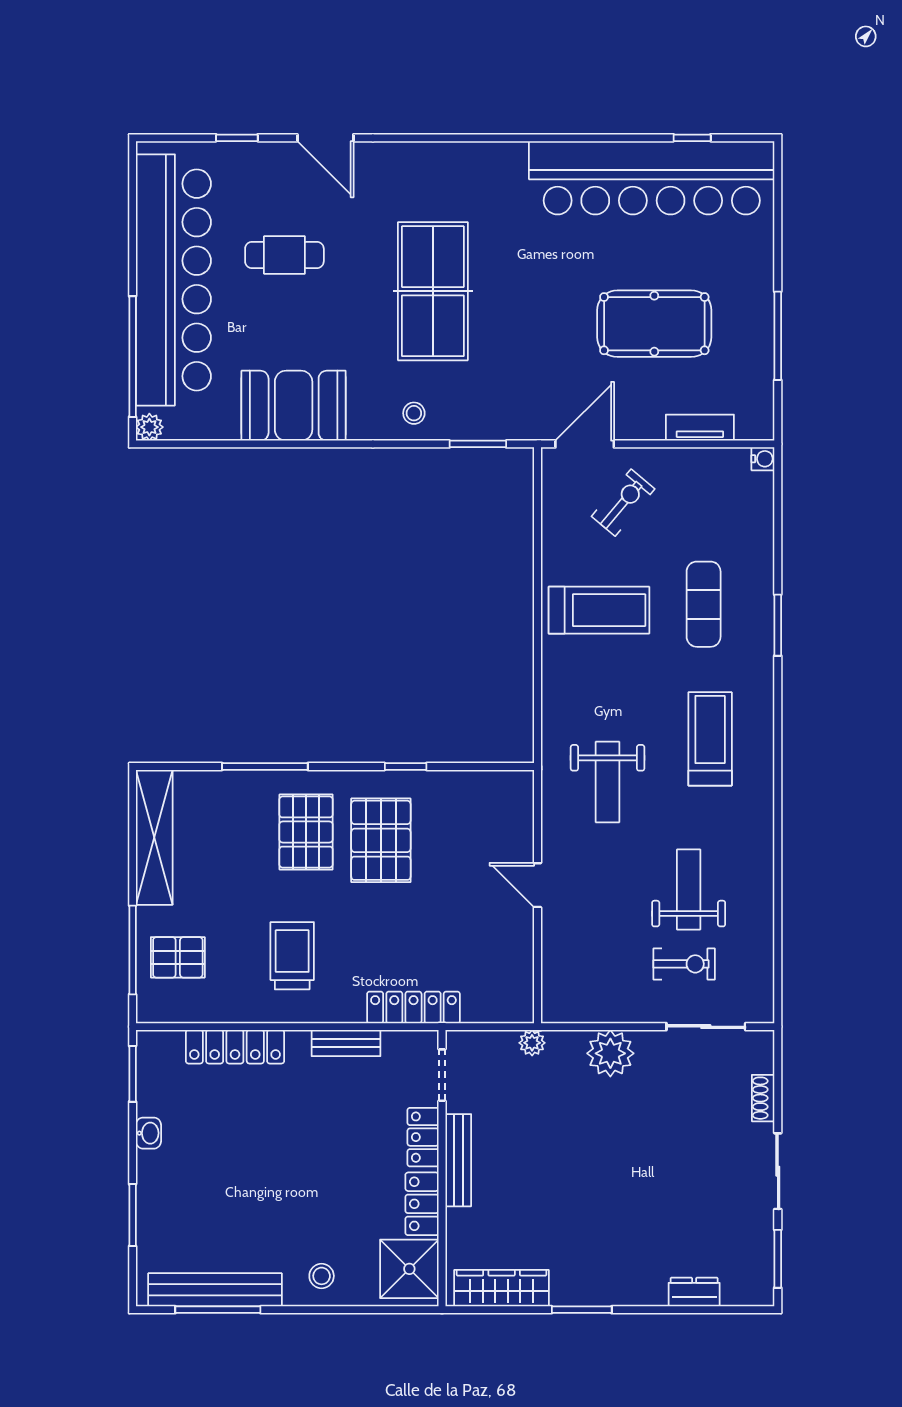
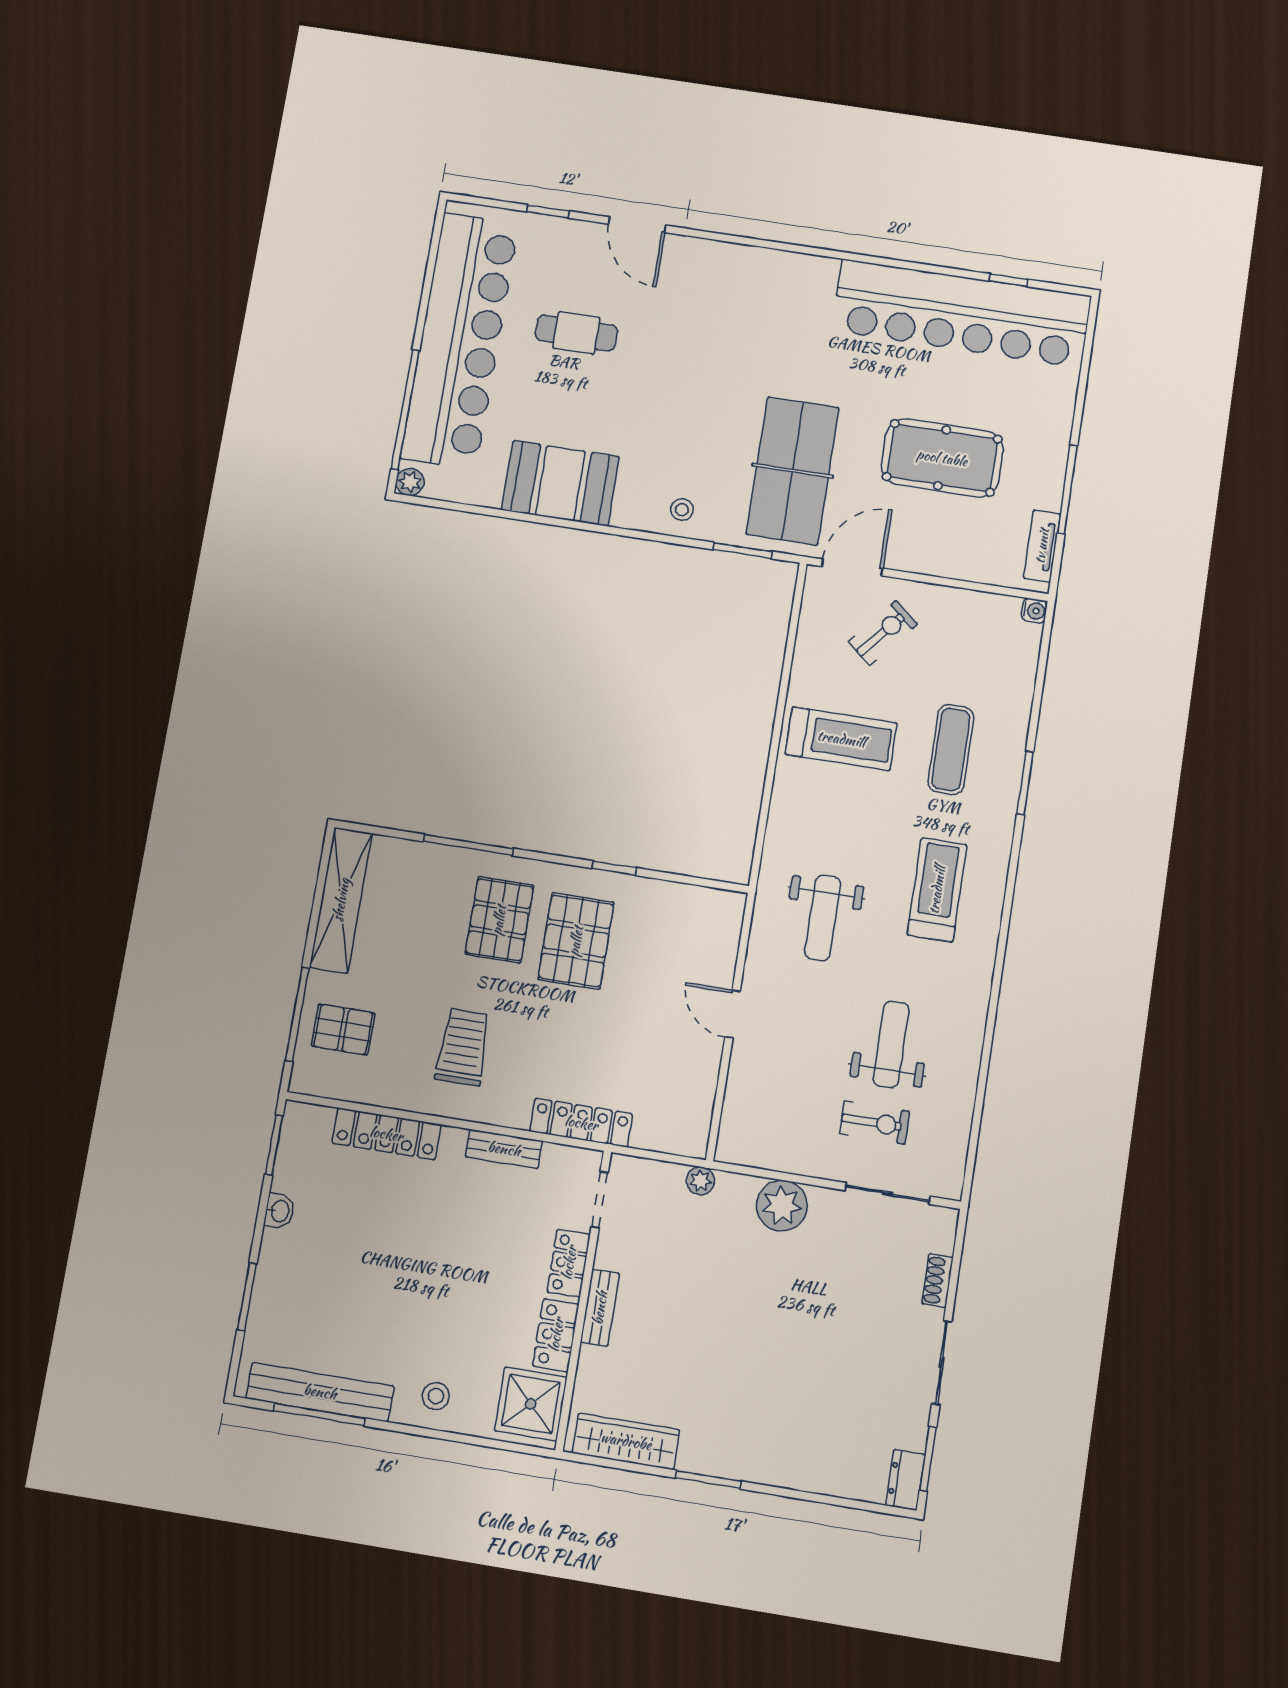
table tennis table: (433, 291) -> (793, 471), moved
tv unit: (700, 428) -> (1042, 546), moved, turned -90
bench: (458, 1160) -> (600, 1308), width x0.73
dresser: (694, 1292) -> (905, 1480), moved, turned -90

